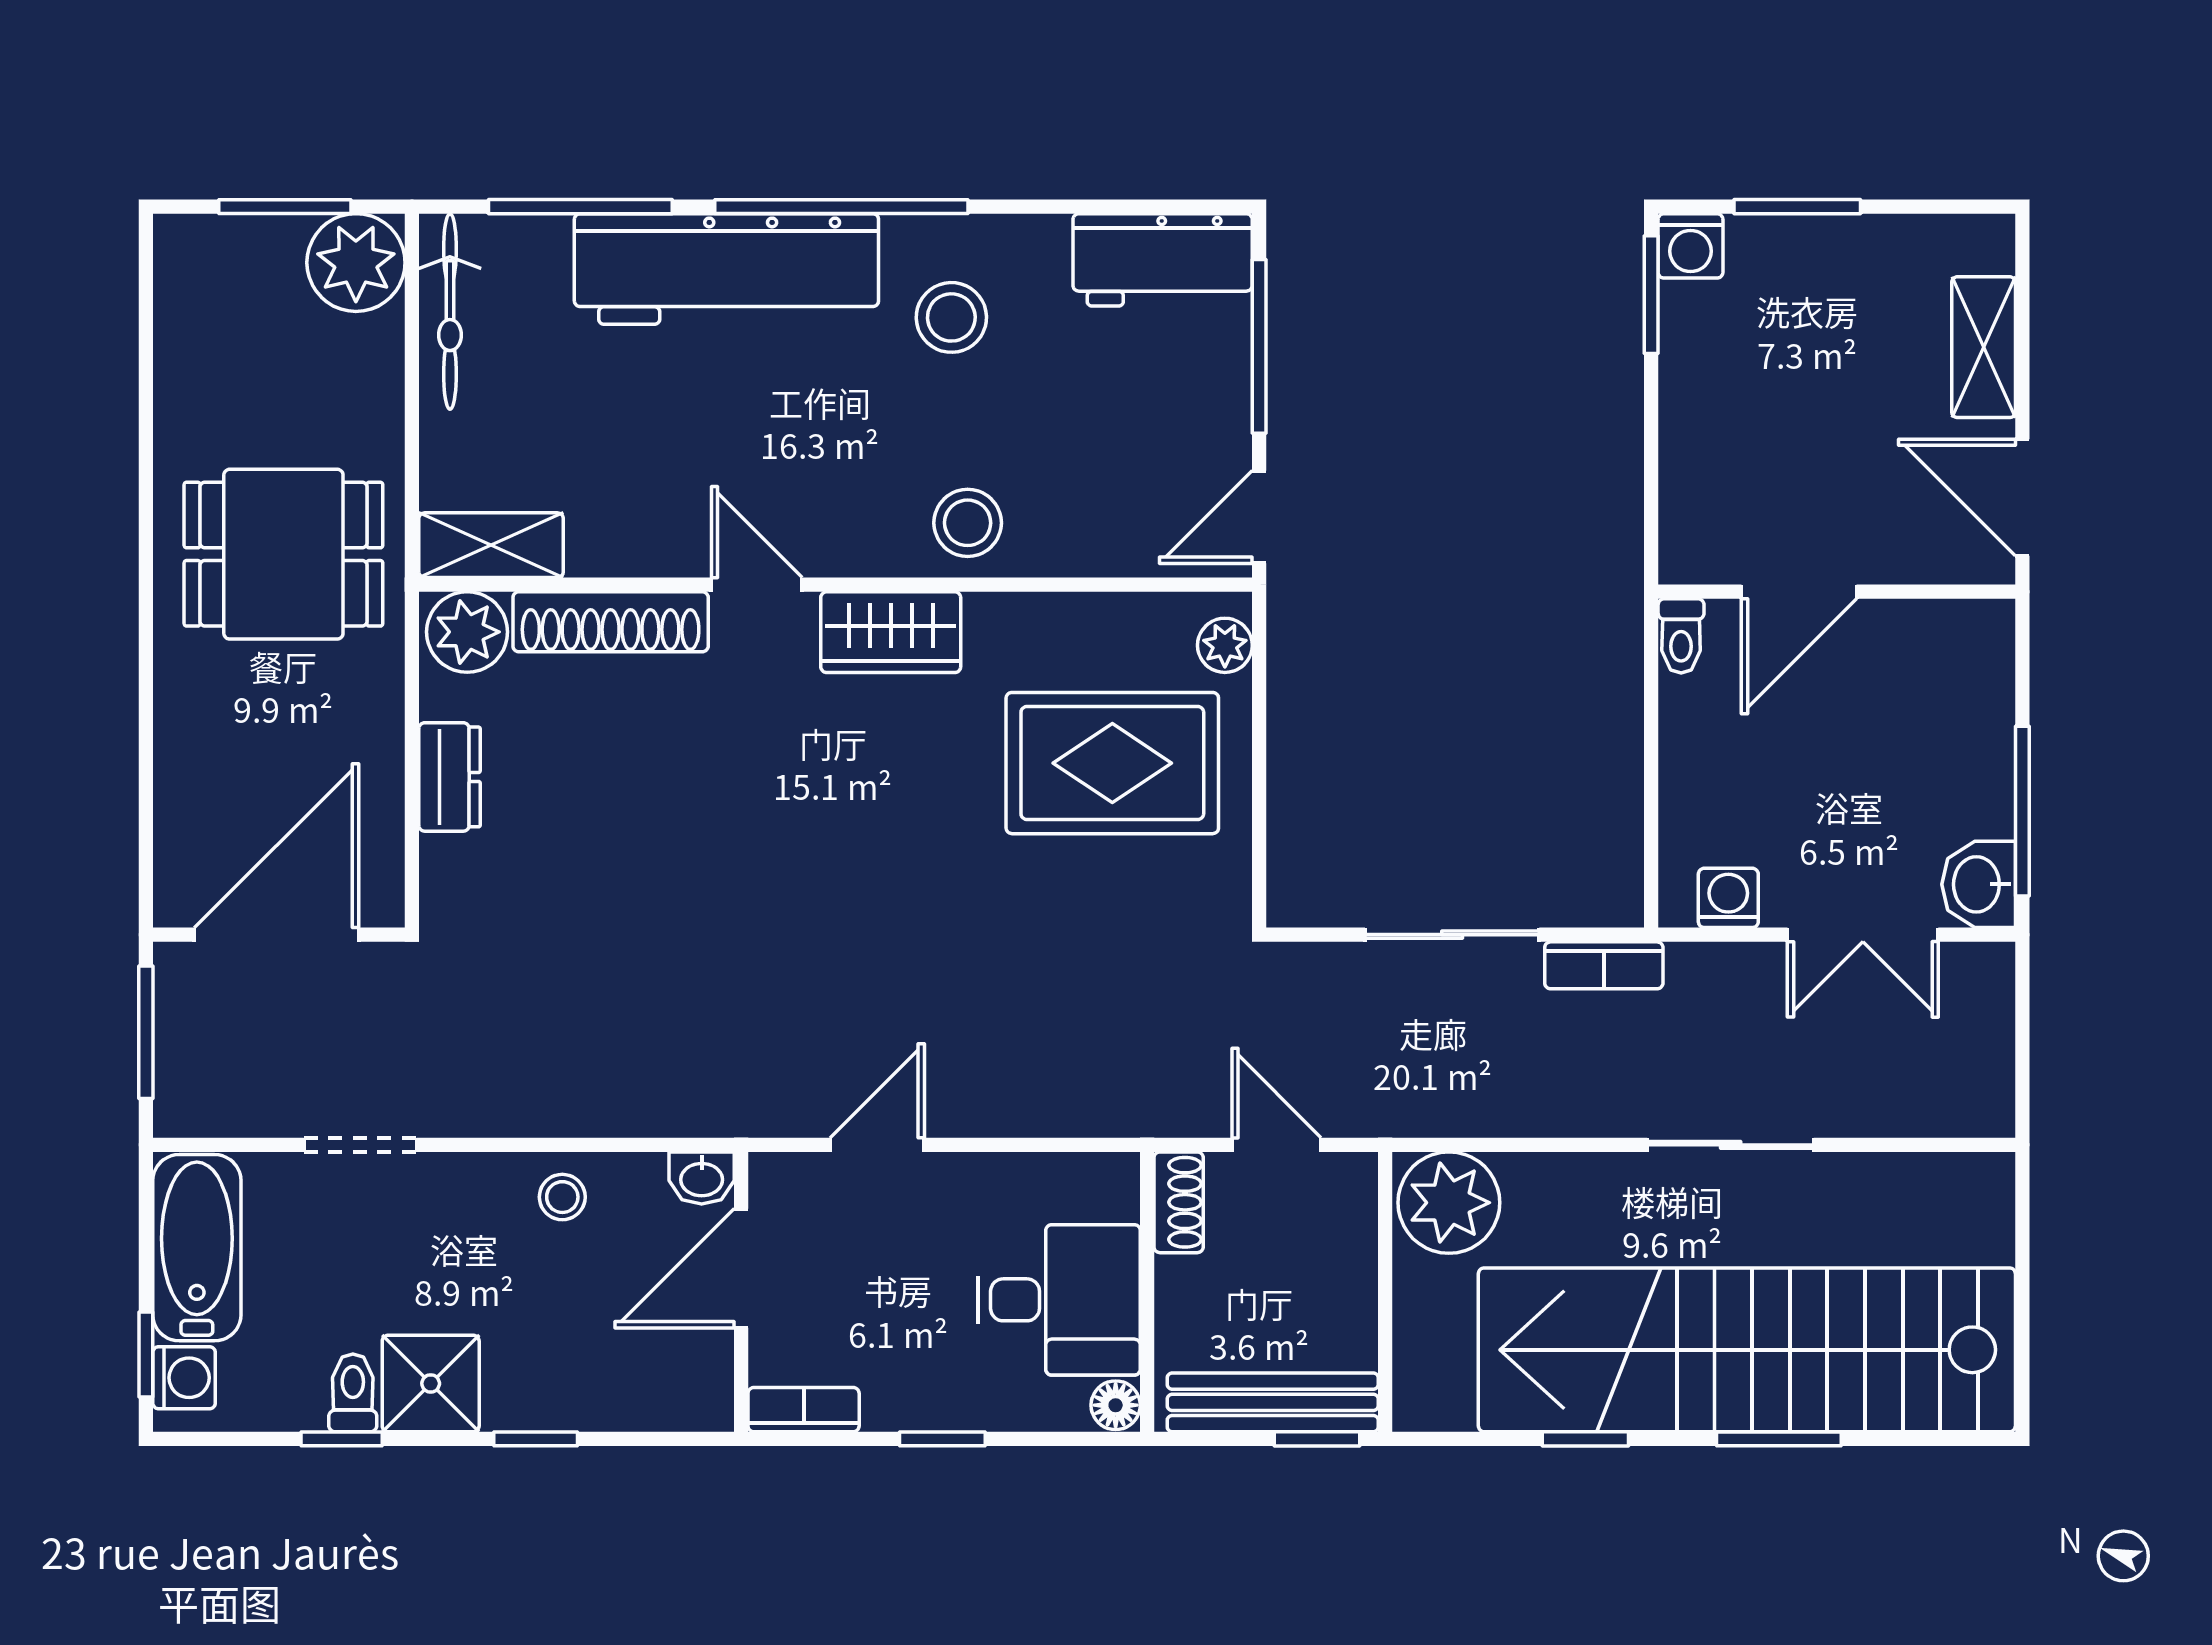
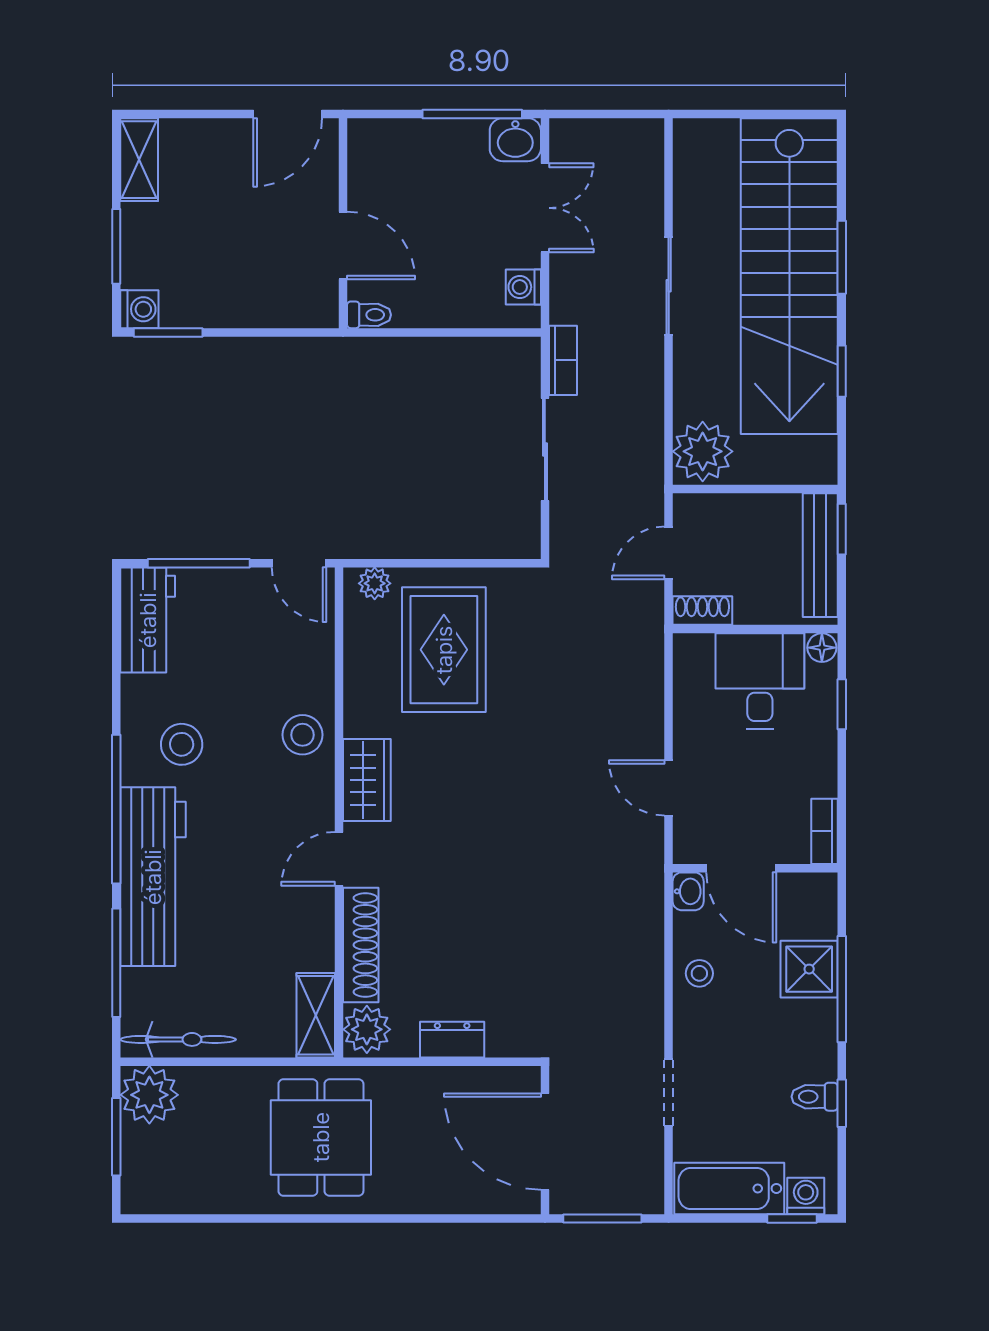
shelving: (1984, 347) -> (139, 160), moved, turned 90
shower: (431, 1383) -> (809, 969), moved
window: (536, 1439) -> (842, 989), width x2.17
window: (942, 1439) -> (842, 704), moved

